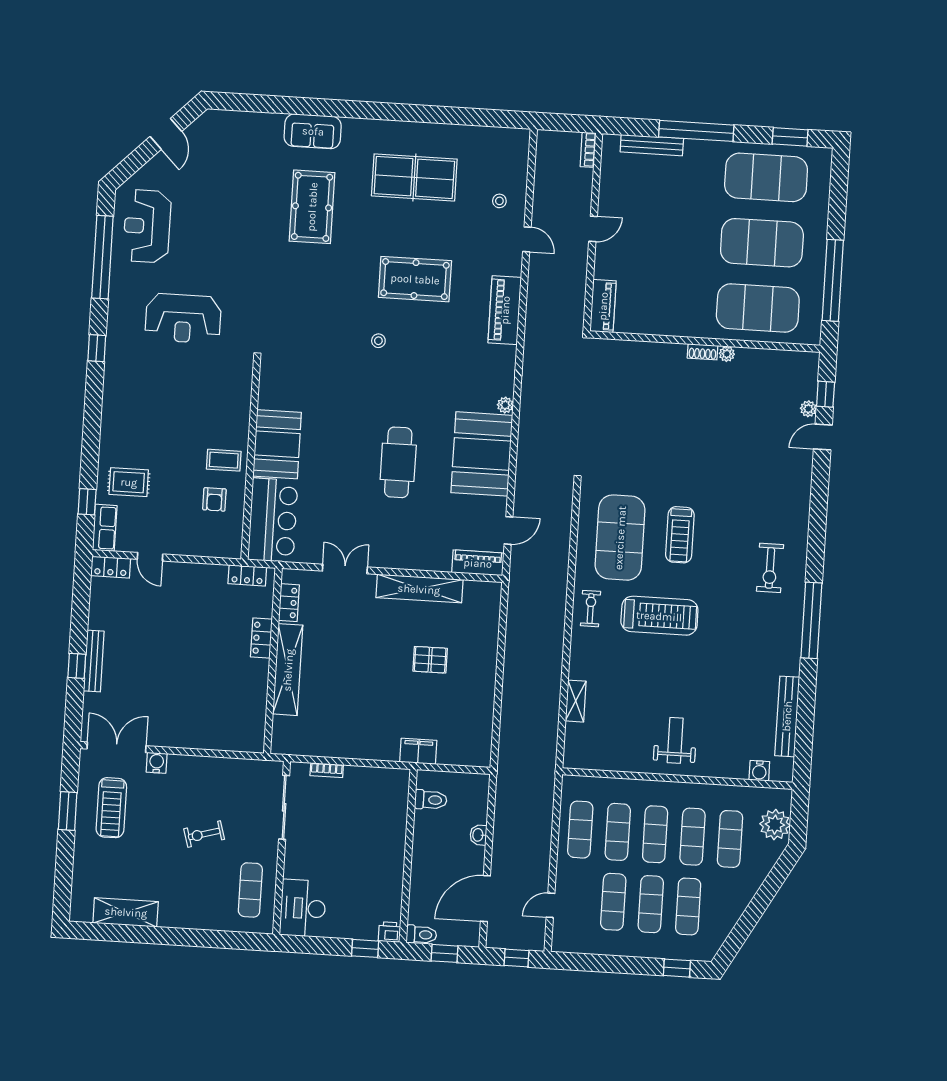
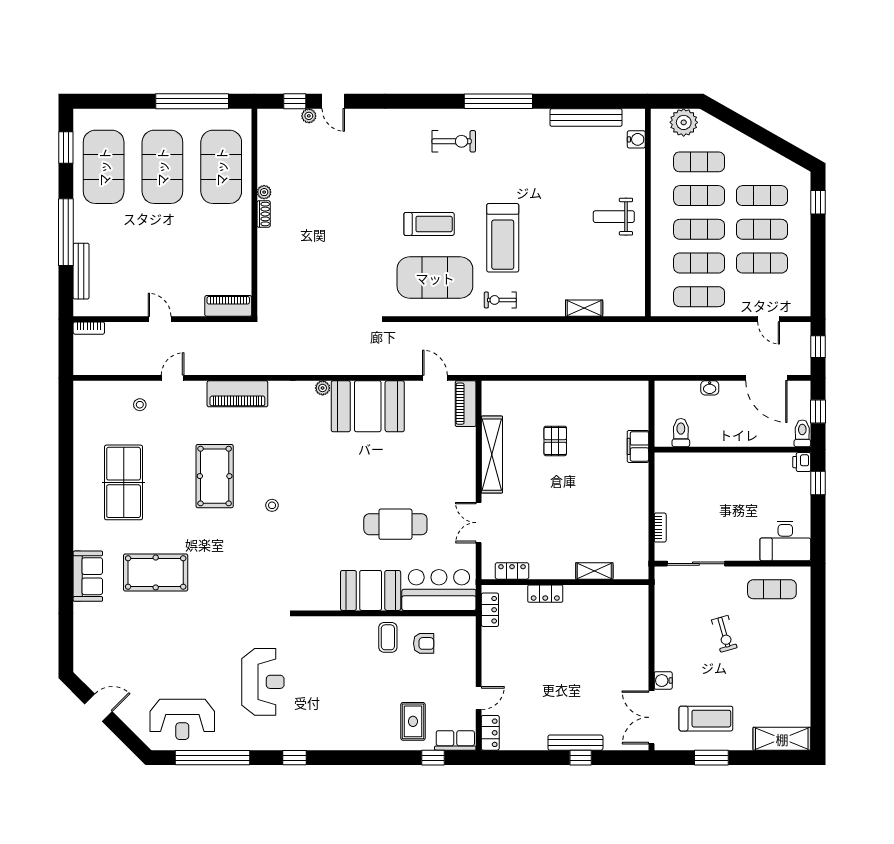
cafe table: (398, 462) -> (395, 524), moved
treadmill: (659, 616) -> (503, 238), turned 180
shelving: (288, 670) -> (594, 571), width x0.45, depth x0.75
shelving: (126, 912) -> (782, 739), moved, turned 90

